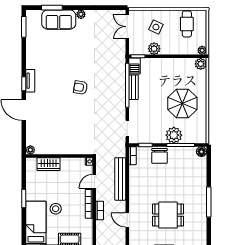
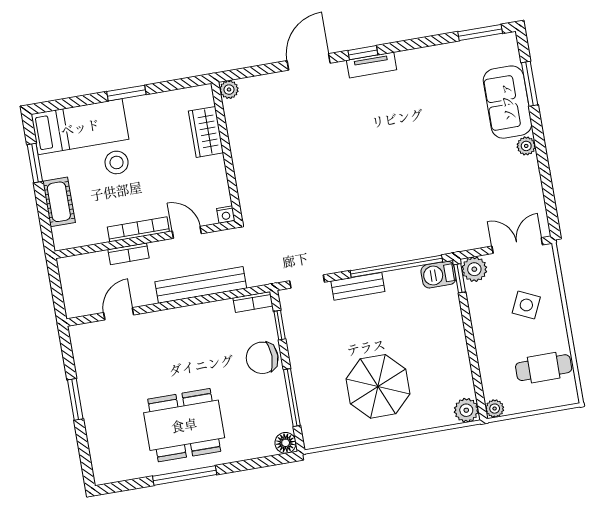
plant: (154, 49) -> (474, 269), moved
bench: (134, 87) -> (358, 286), moved
armchair: (80, 88) -> (375, 171), removed
plant: (174, 135) -> (310, 380), removed
dining table: (168, 215) -> (184, 425), moved, width x1.38

